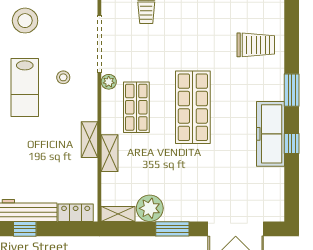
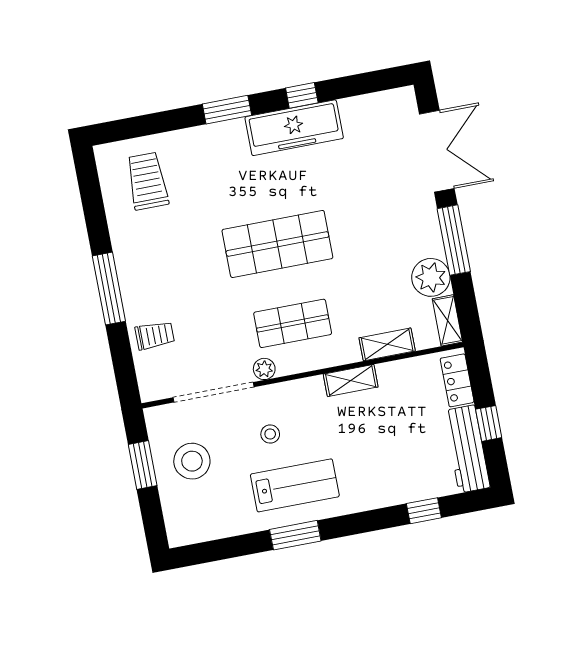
stool: (25, 21) -> (192, 461), moved
trolley: (256, 45) -> (147, 181), moved
shelving: (109, 153) -> (387, 344), moved
window: (25, 229) -> (489, 423), moved
window: (172, 229) -> (454, 240), width x1.44

